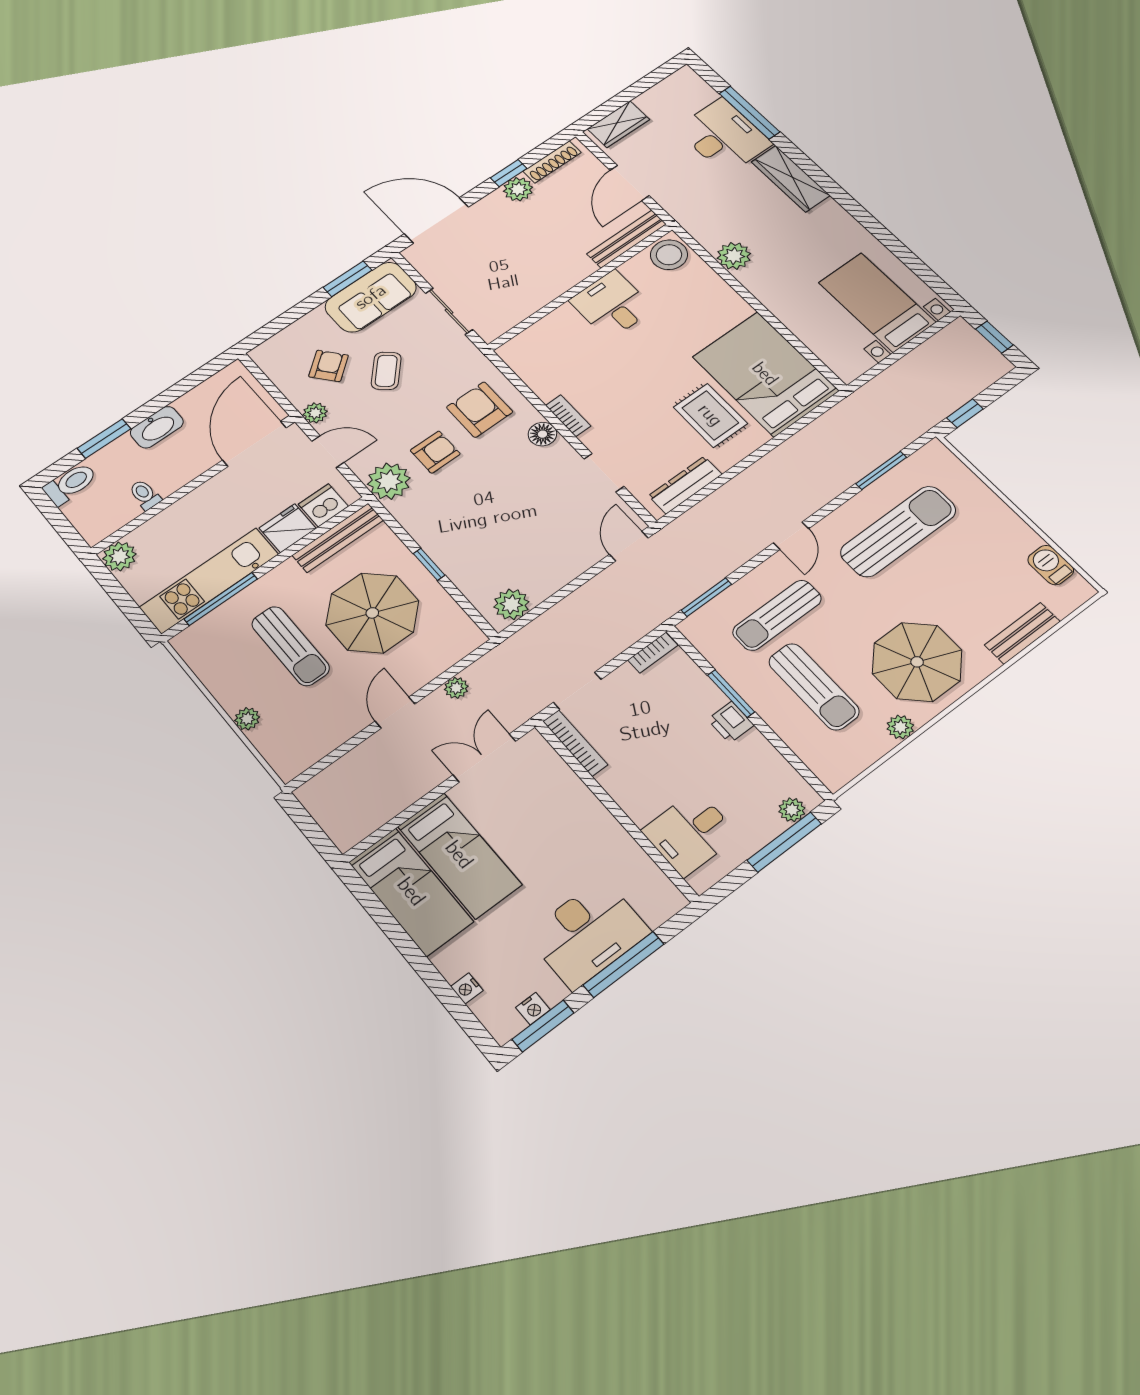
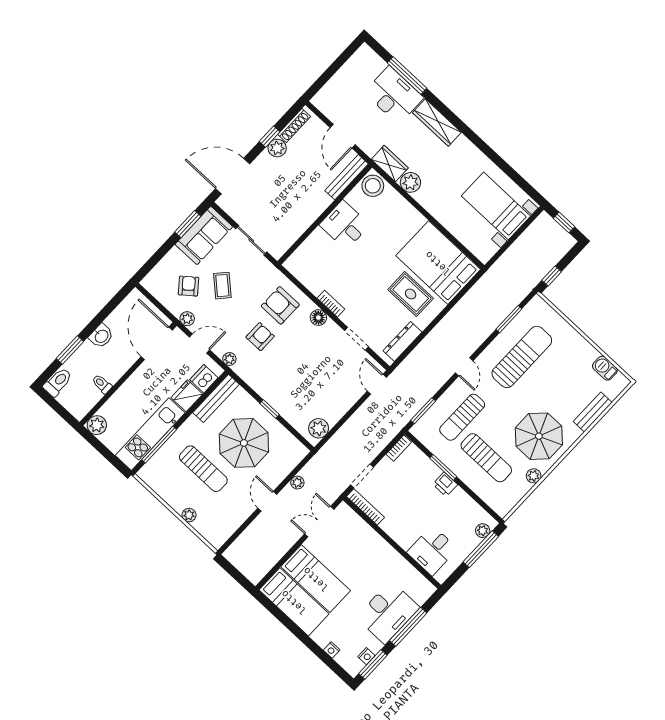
wardrobe: (618, 124) -> (390, 164), moved, turned -90
washbasin: (157, 427) -> (101, 336), width x0.72
plant: (389, 481) -> (229, 359), width x0.53, depth x0.53

